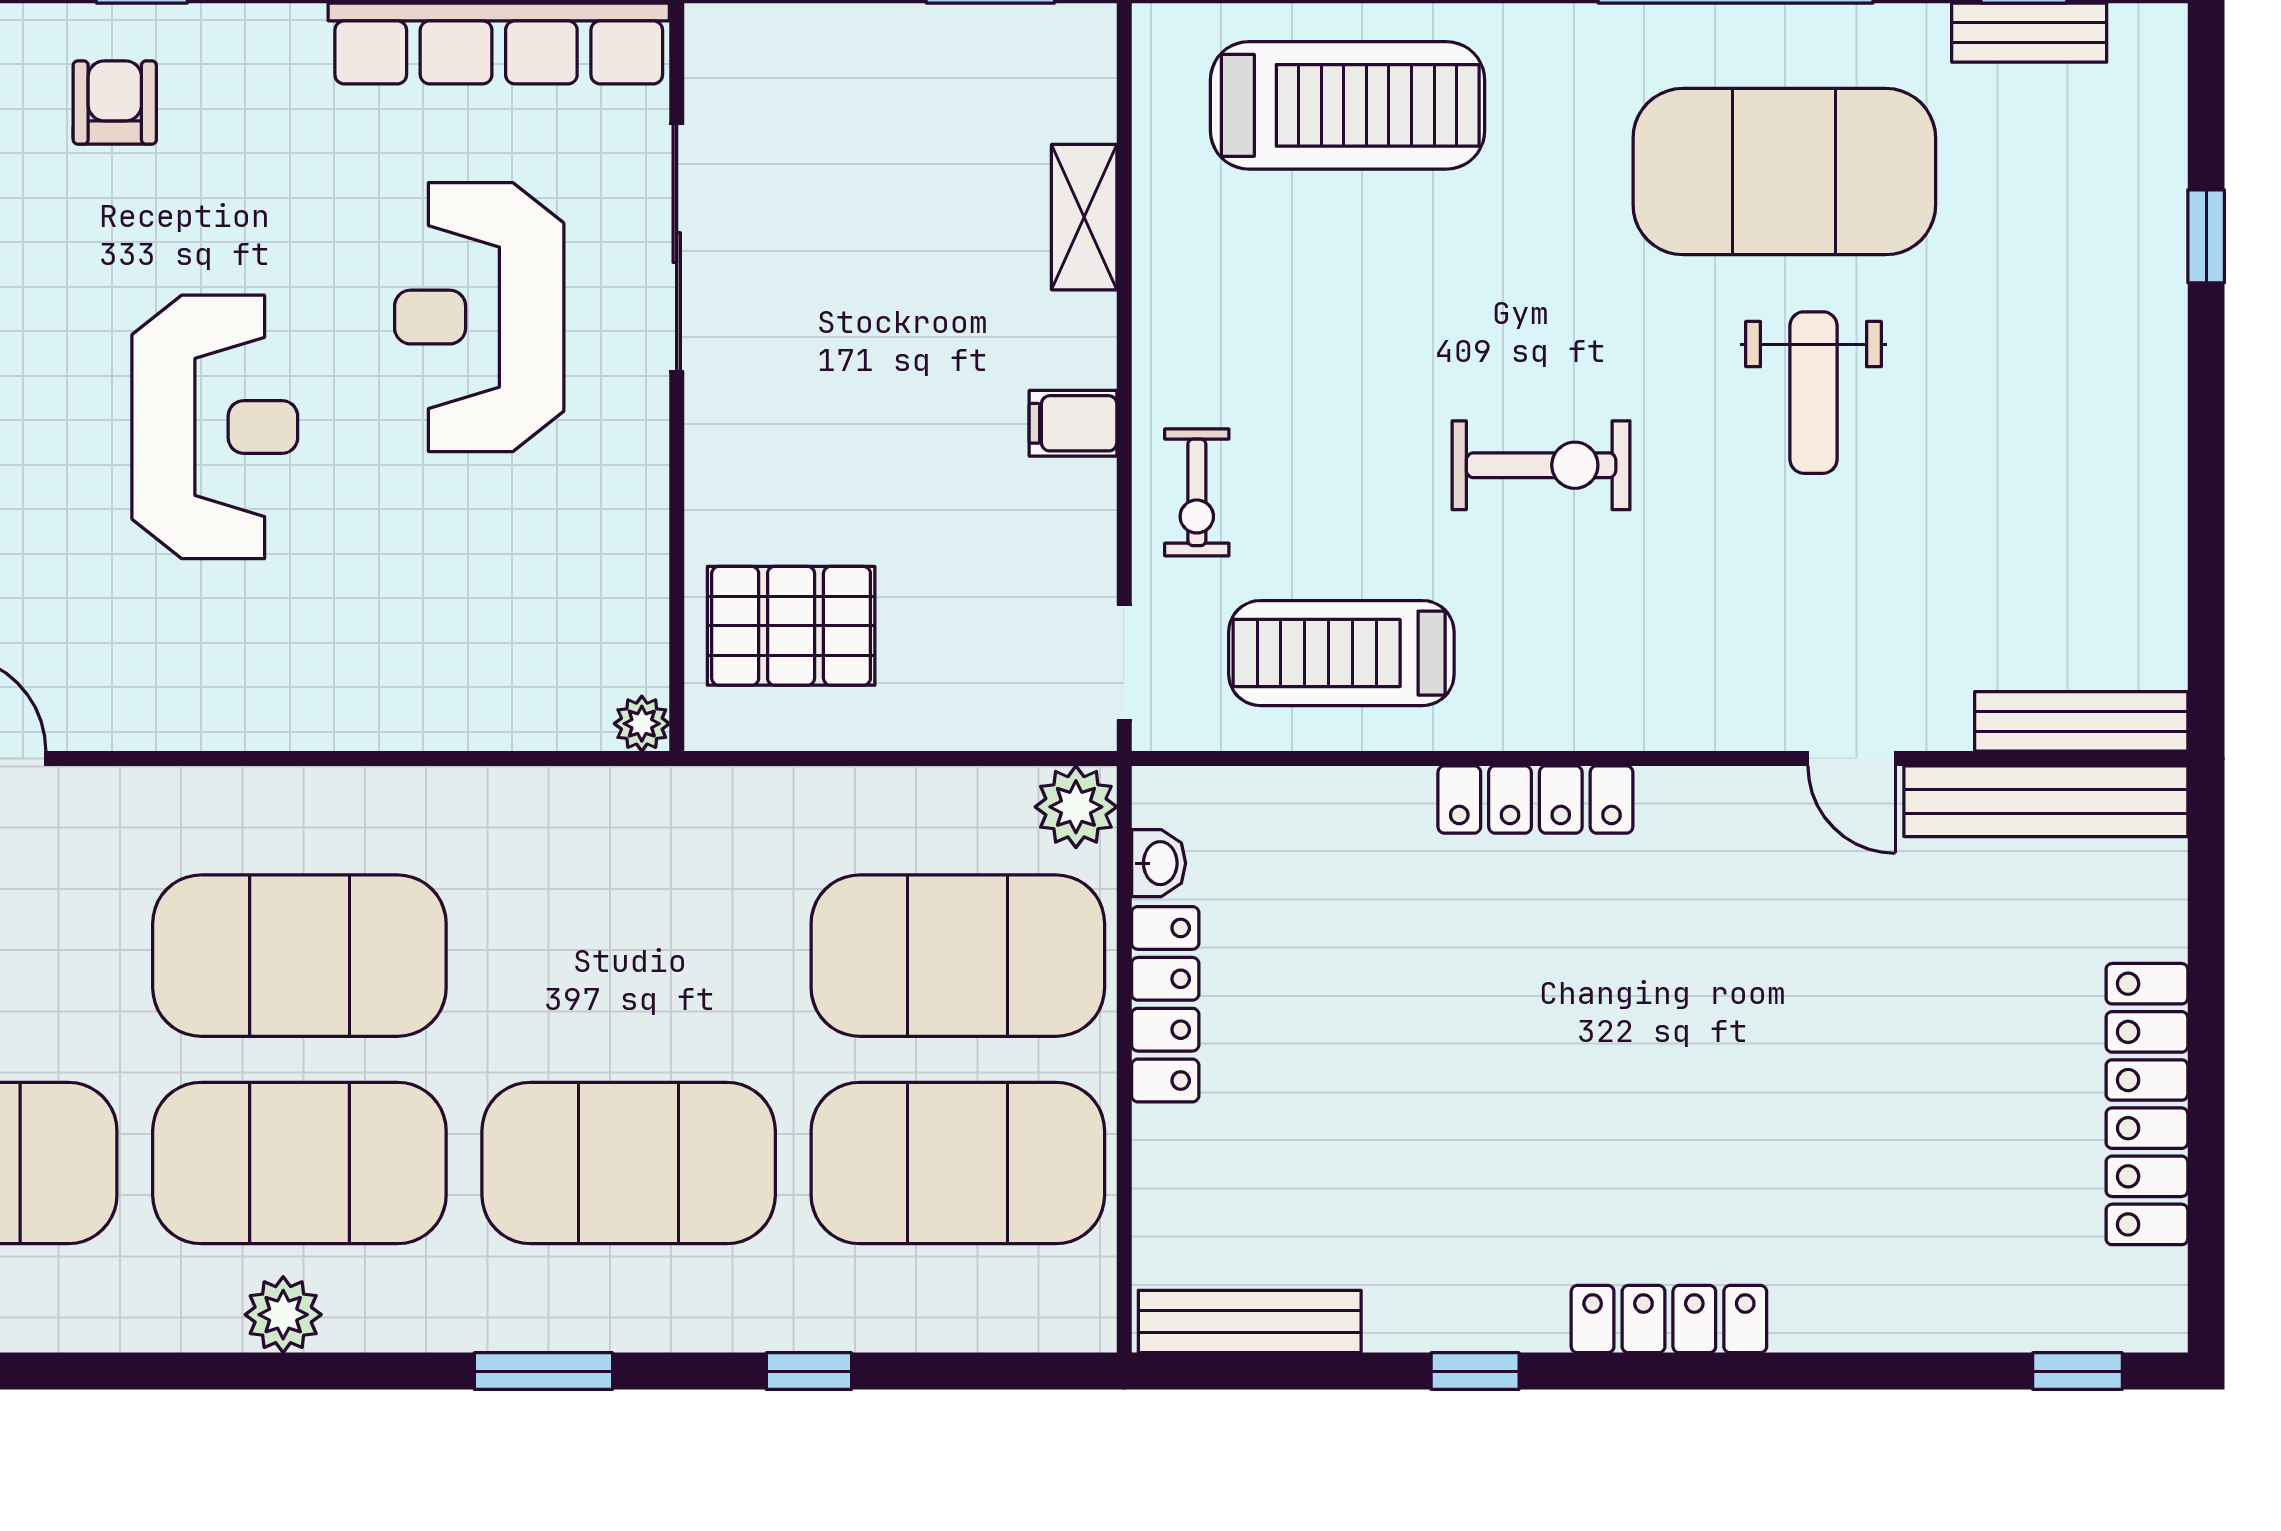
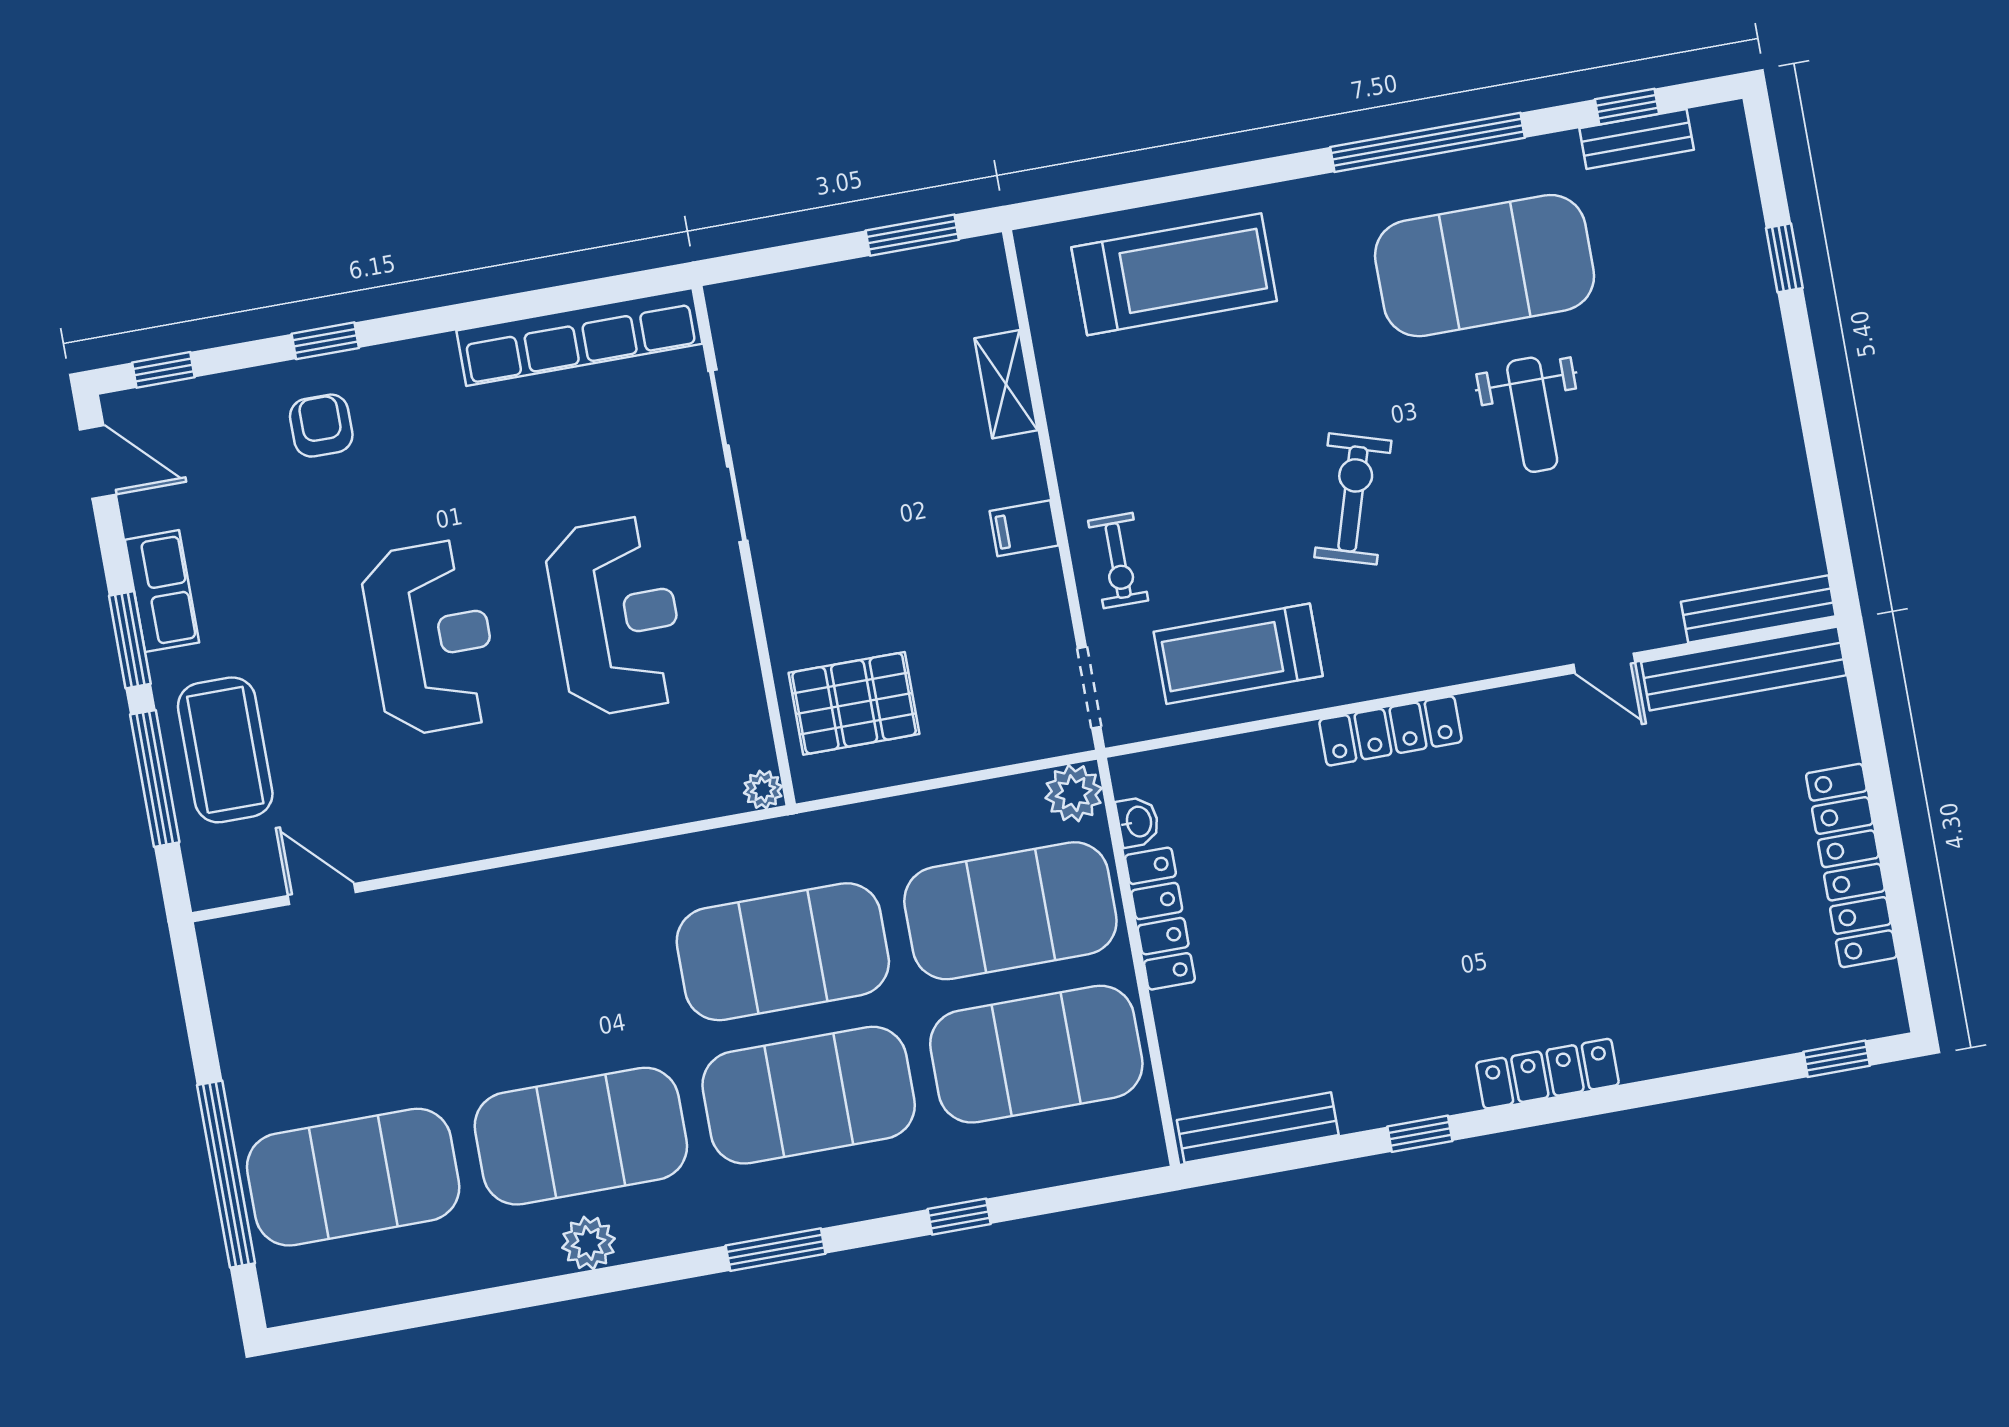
reception desk: (479, 317) -> (616, 616), moved, turned 180
exercise bike: (1541, 465) -> (1353, 499), turned -73
exercise mat: (299, 956) -> (783, 952), moved

